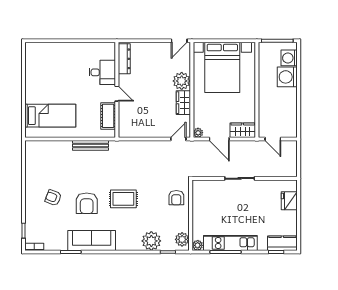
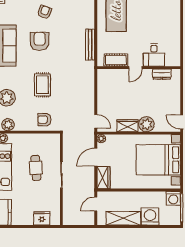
washing machine: (289, 58) -> (173, 198), moved, turned 180
dresser: (124, 59) -> (162, 74), width x0.70
shelving: (289, 108) -> (123, 218), added
rug: (123, 199) -> (42, 85), moved
armchair: (87, 203) -> (40, 41), turned 90
cafe table: (232, 208) -> (36, 168), added

